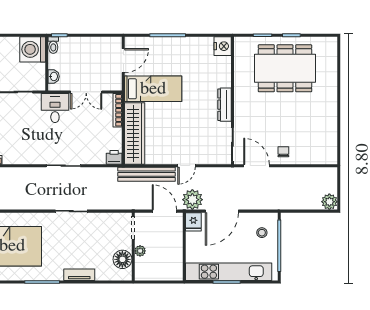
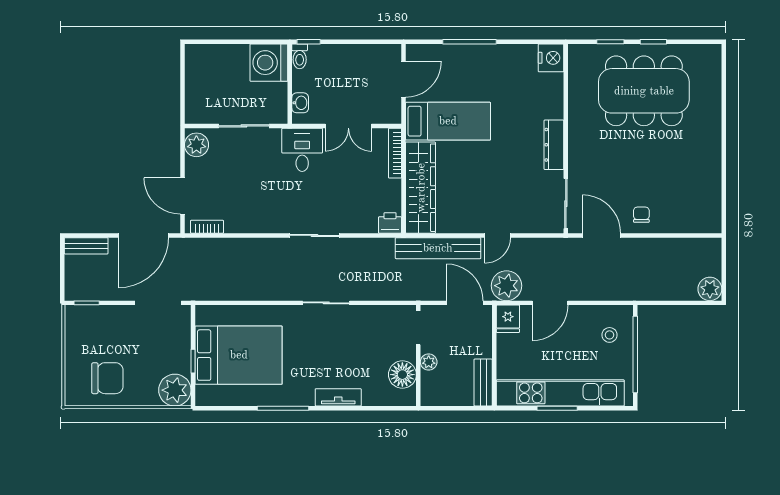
door: (222, 211) -> (550, 303), width x0.73
bench: (177, 265) -> (483, 382), added

